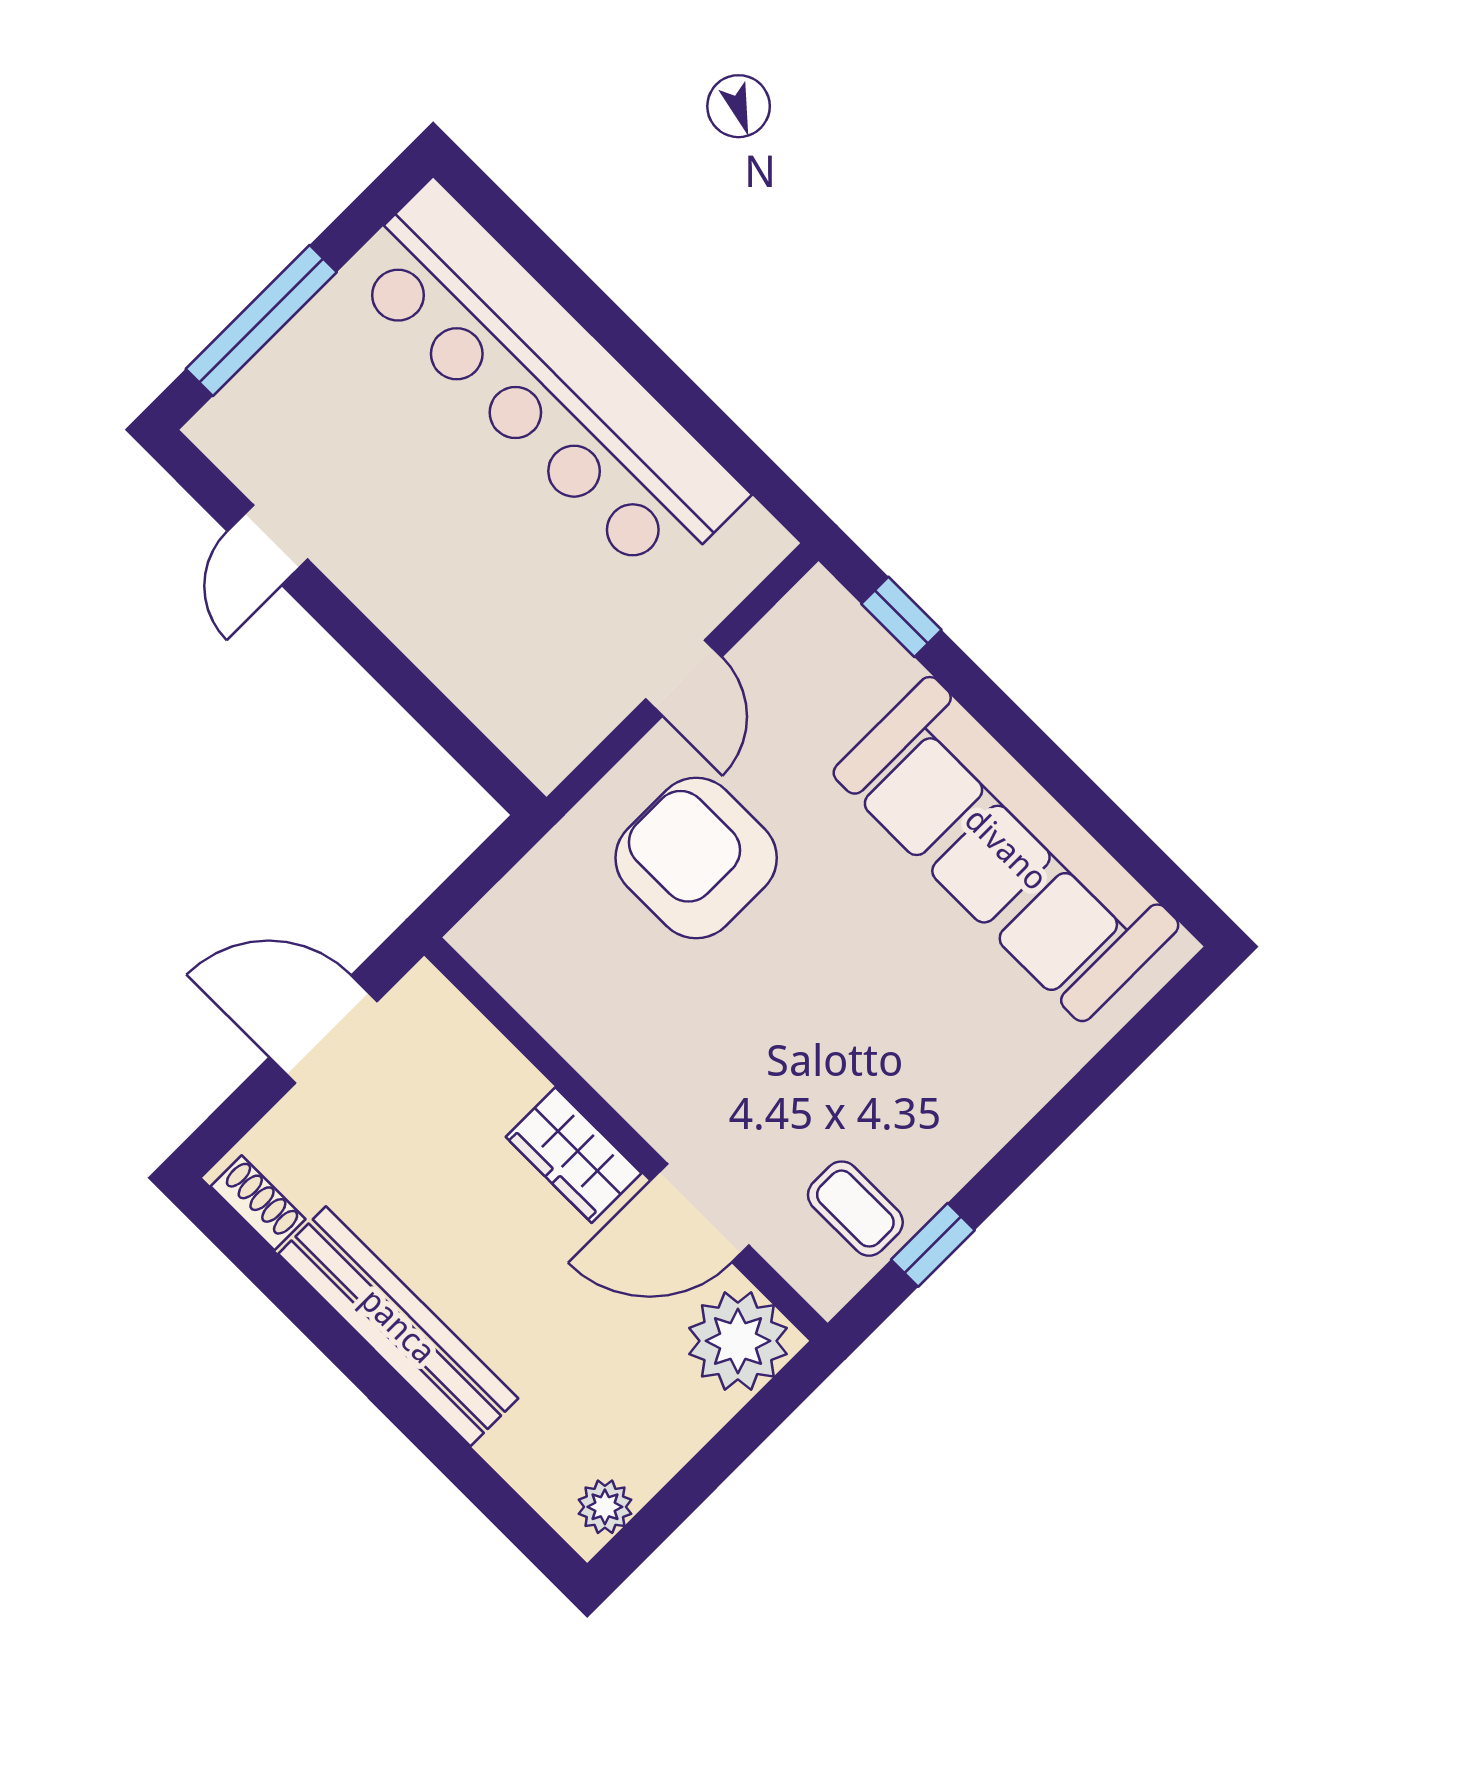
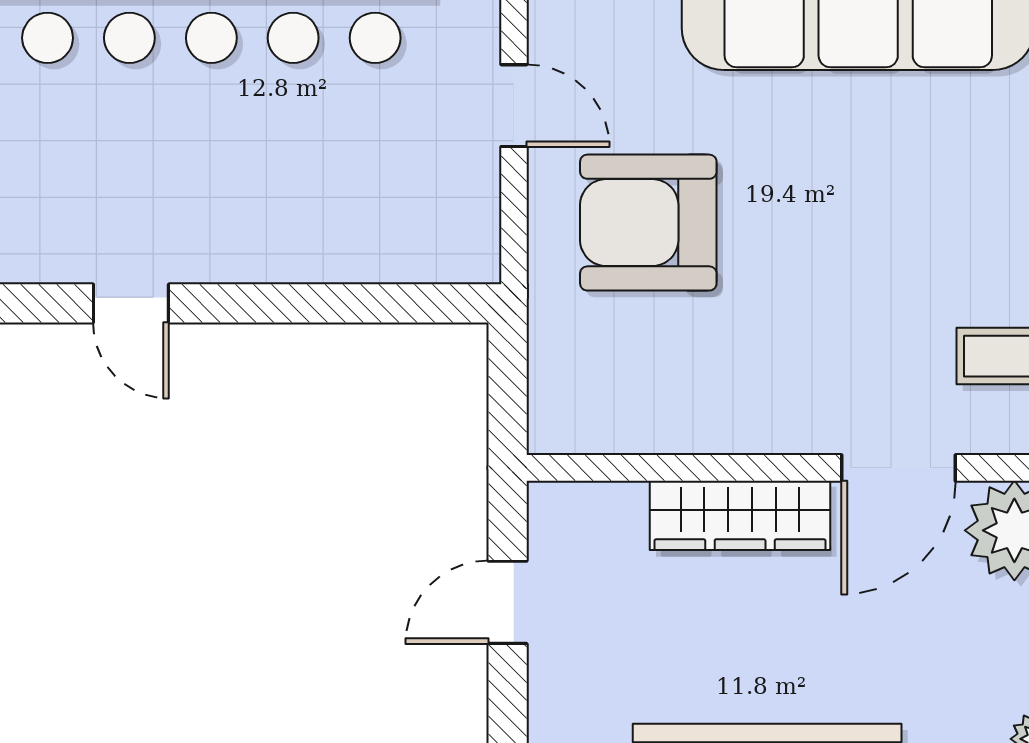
door: (323, 1029) -> (508, 602), width x0.73
wardrobe: (574, 1155) -> (740, 515), width x1.50

